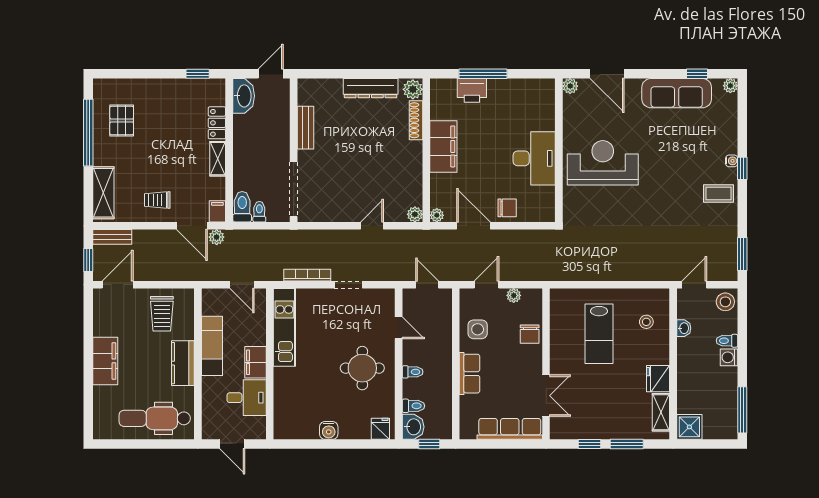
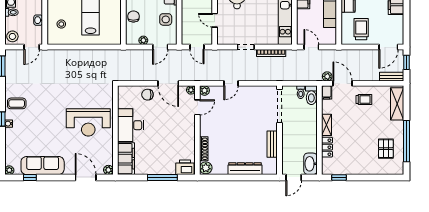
dresser: (371, 88) -> (245, 169), moved
printer: (472, 90) -> (185, 167), moved
filing cabinet: (443, 146) -> (126, 159), moved, turned 180
door: (426, 187) -> (197, 107), added

